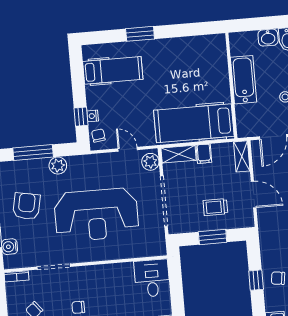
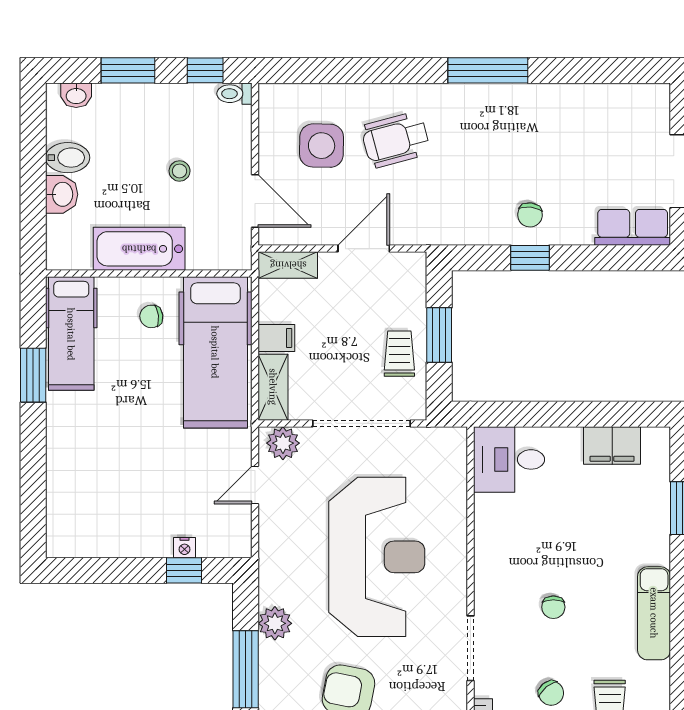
window: (140, 34) -> (33, 375), moved
hospital bed: (113, 70) -> (71, 334), moved, turned 180
chair: (98, 136) -> (151, 316), moved
trolley: (215, 207) -> (399, 354), moved, turned 180

